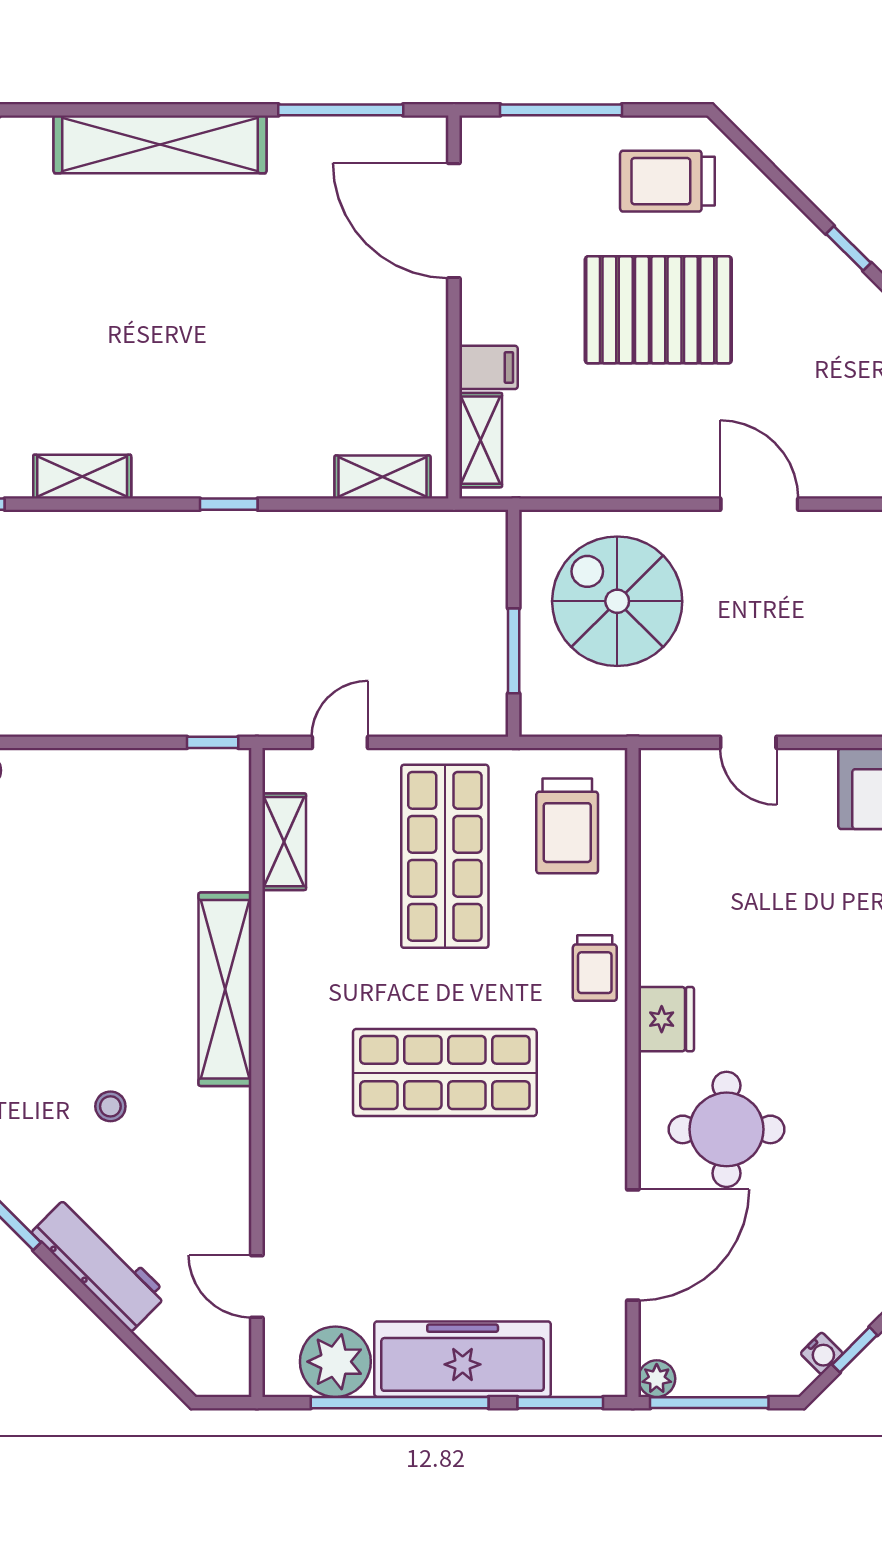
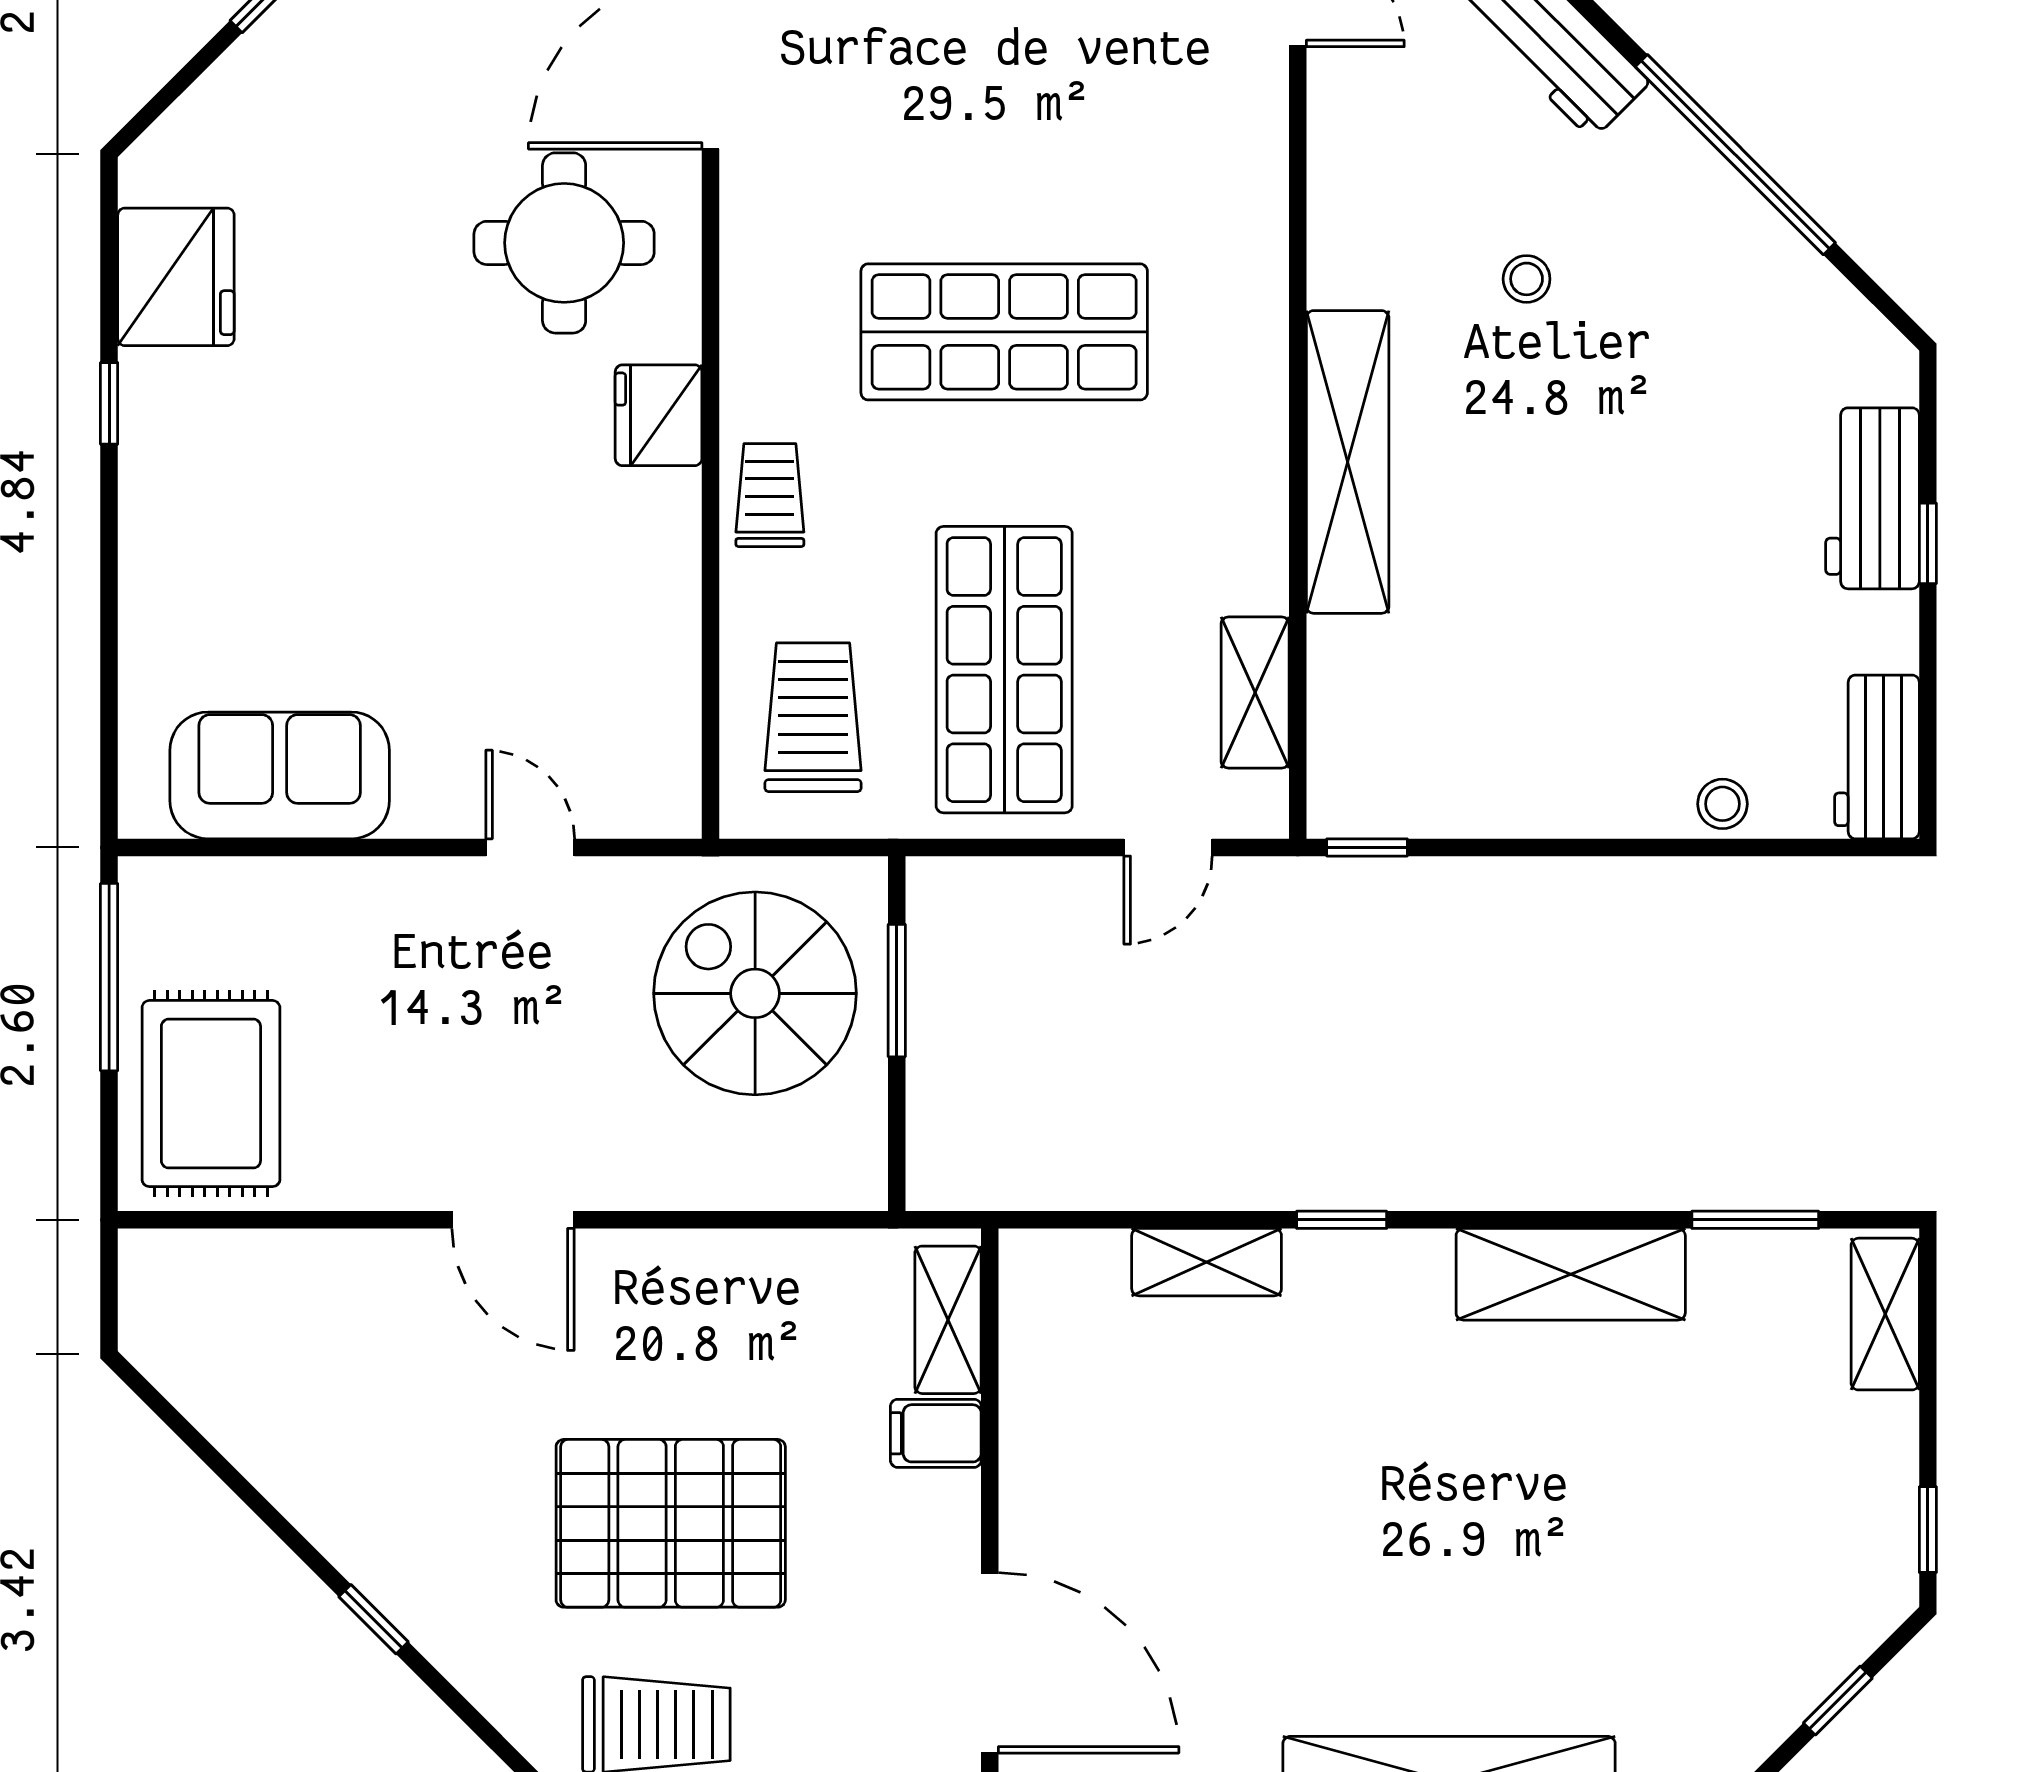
shelving: (82, 477) -> (1571, 1274), width x1.50, depth x1.33
shelving: (382, 477) -> (1207, 1262), moved
spiral stairs: (617, 601) -> (755, 993), moved, turned 180

